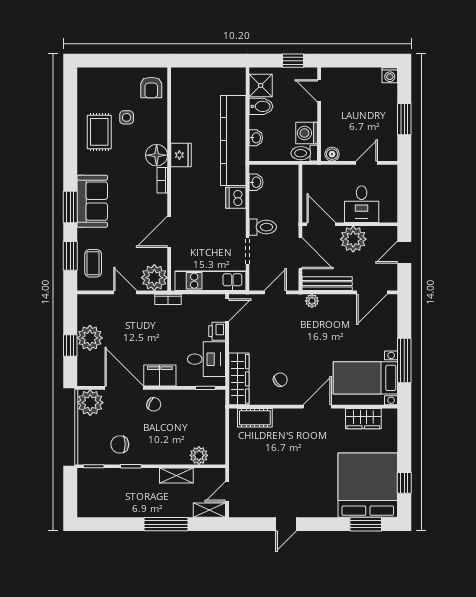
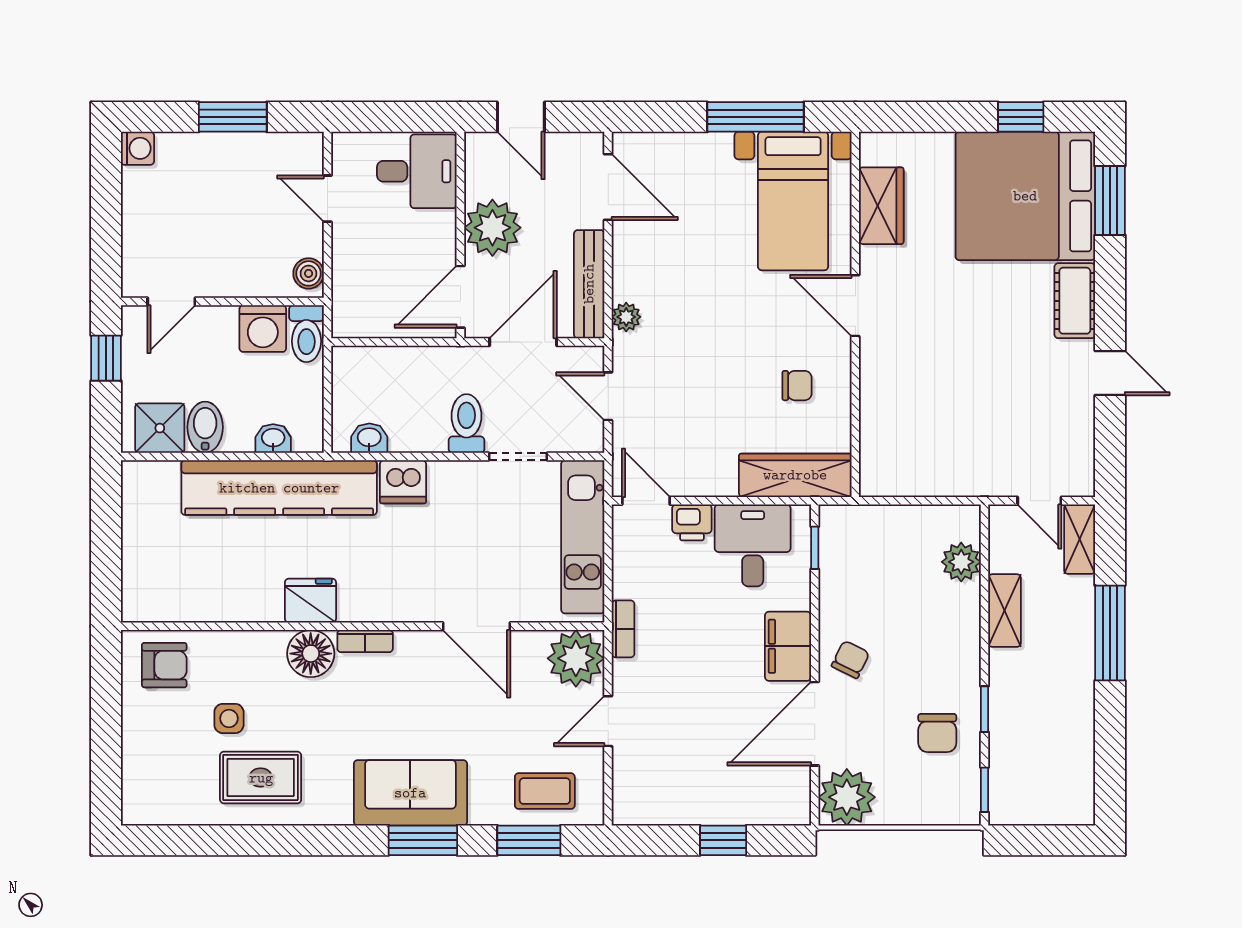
desk: (362, 204) -> (417, 171), moved
plant: (90, 338) -> (706, 798), removed
chair: (280, 380) -> (797, 386), turned 127
cot: (255, 418) -> (1075, 301), moved

